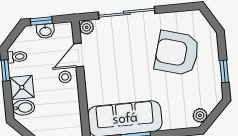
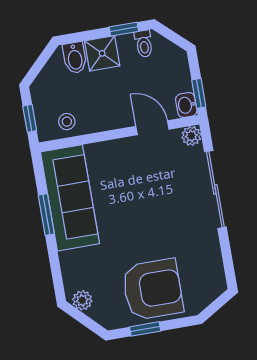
window: (41, 21) -> (199, 93), moved
washbasin: (45, 31) -> (186, 105), moved
armchair: (177, 53) -> (153, 289), moved, turned 74
stool: (65, 77) -> (67, 122), moved

